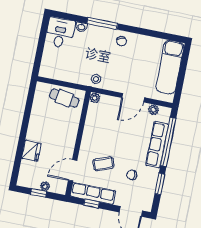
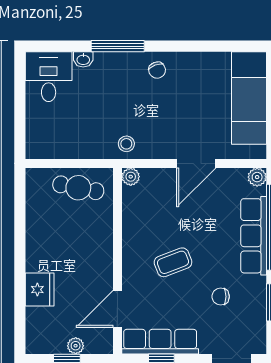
plant: (153, 110) -> (257, 177), moved
coffee table: (103, 164) -> (173, 262), moved

